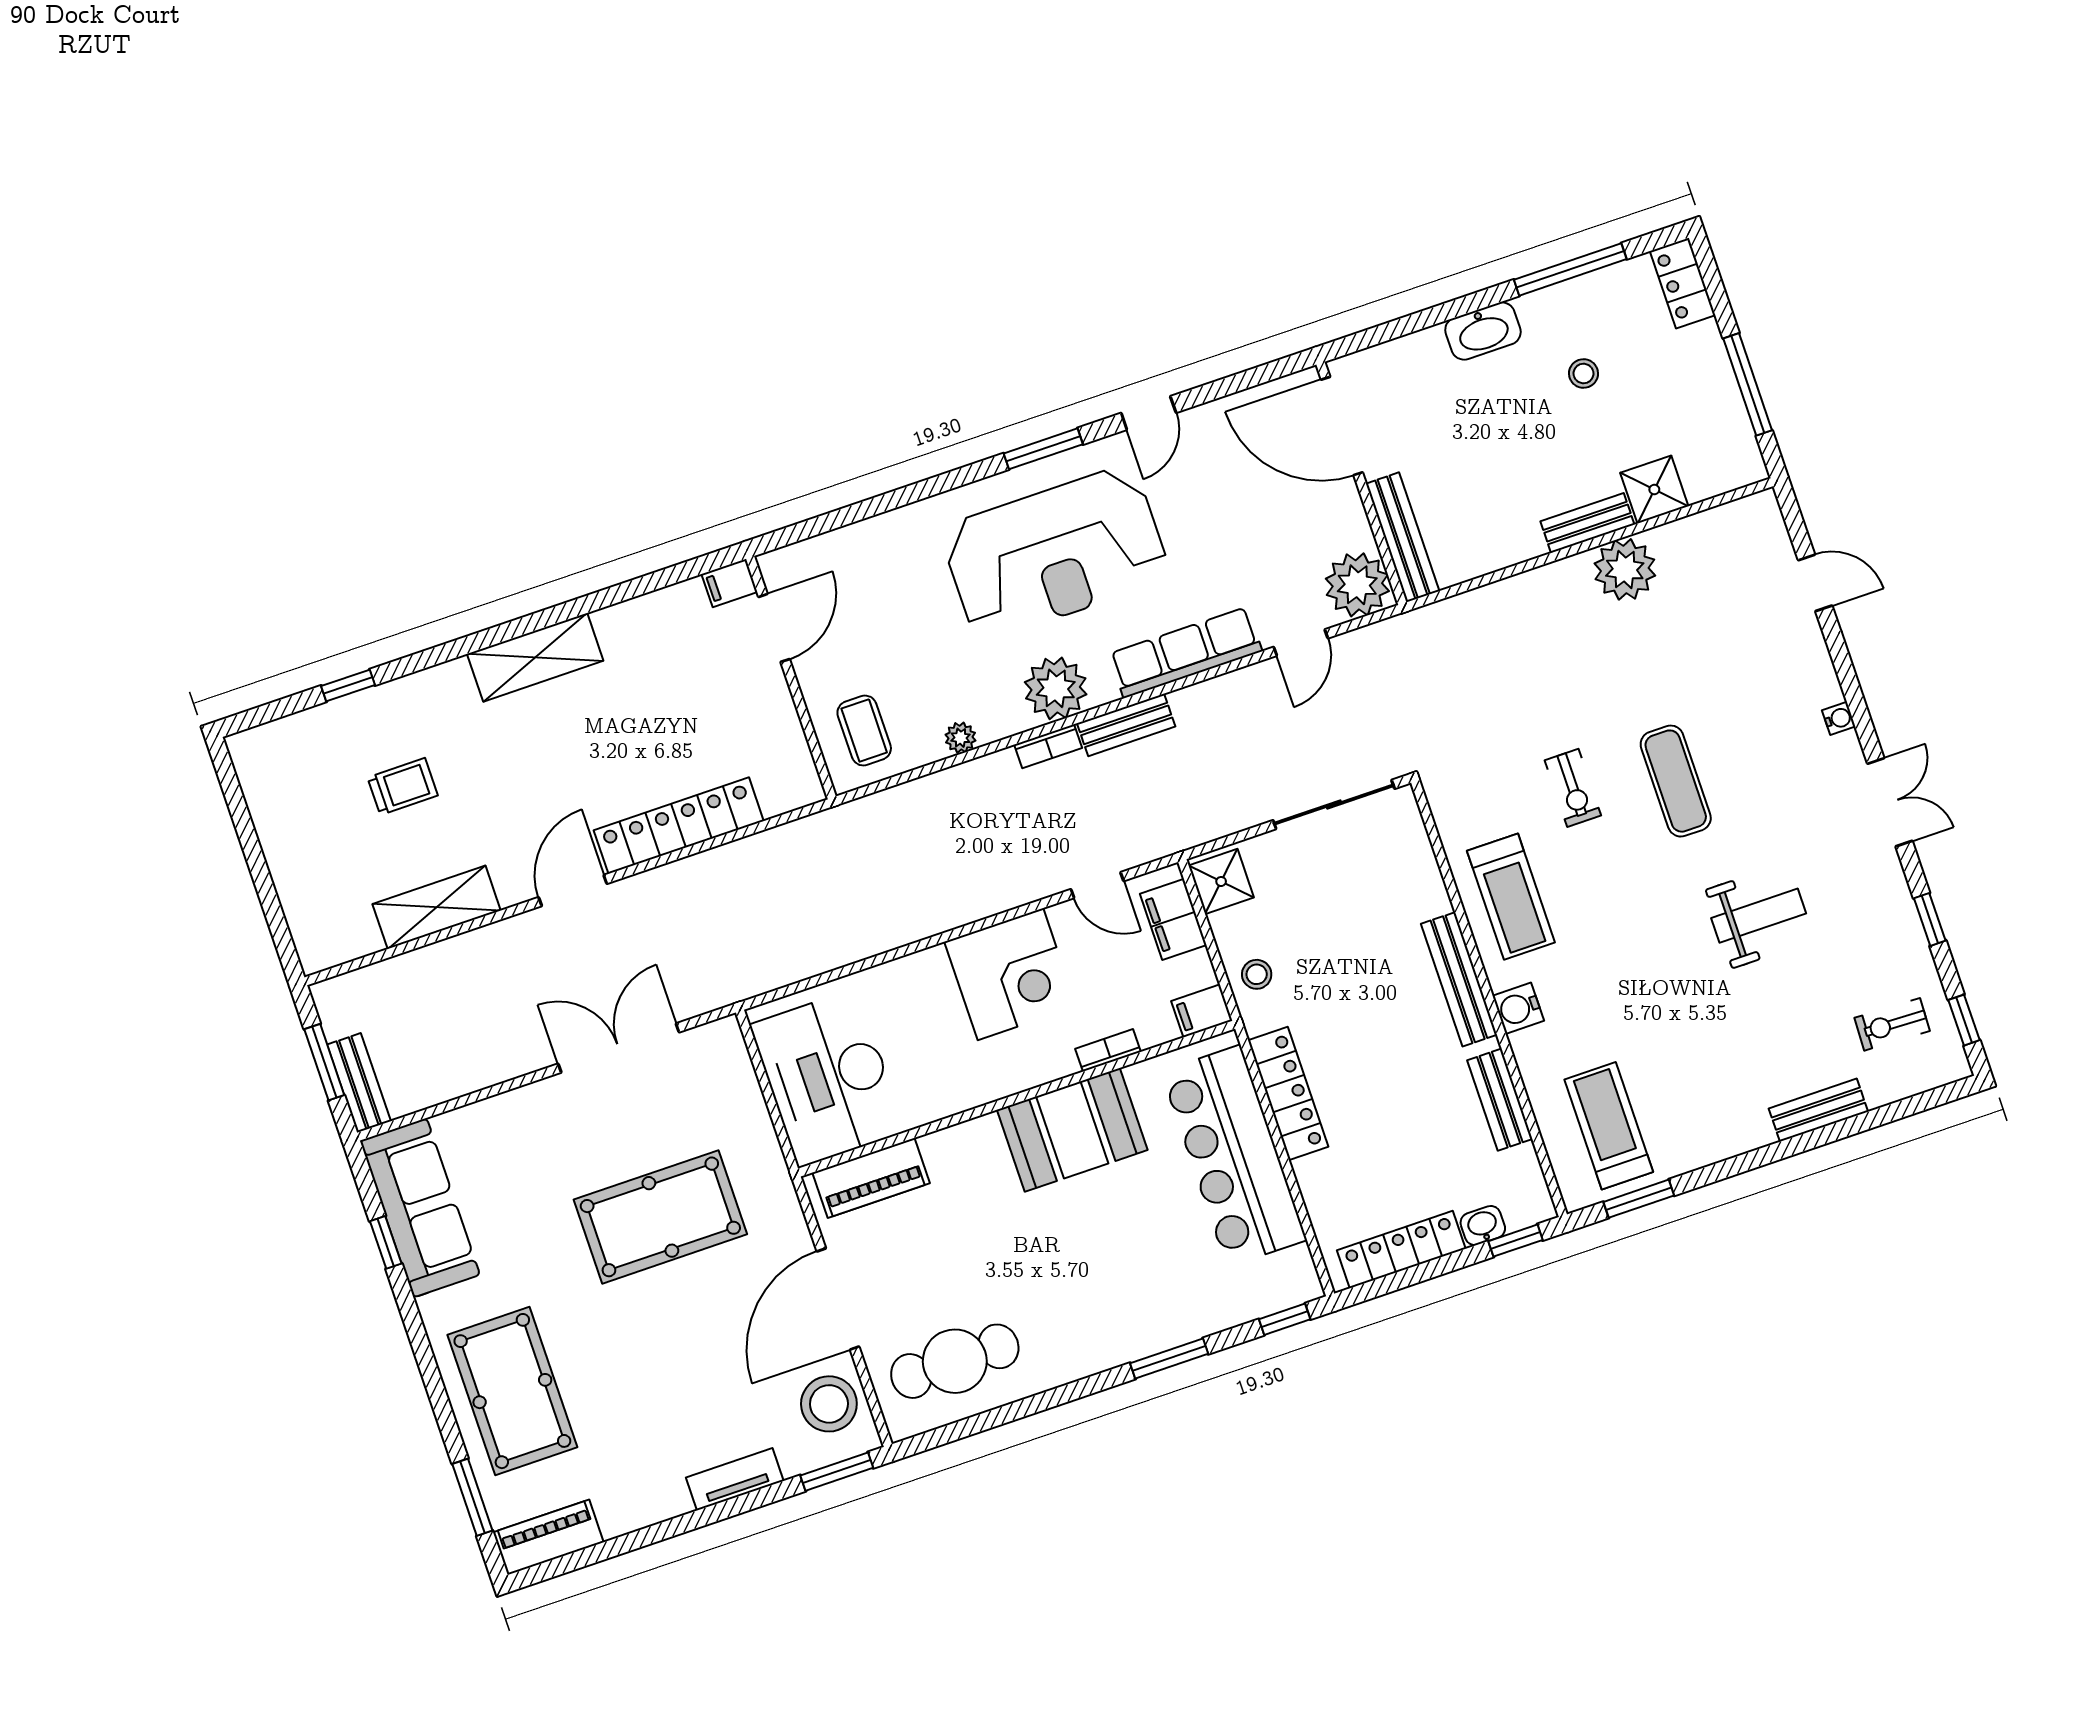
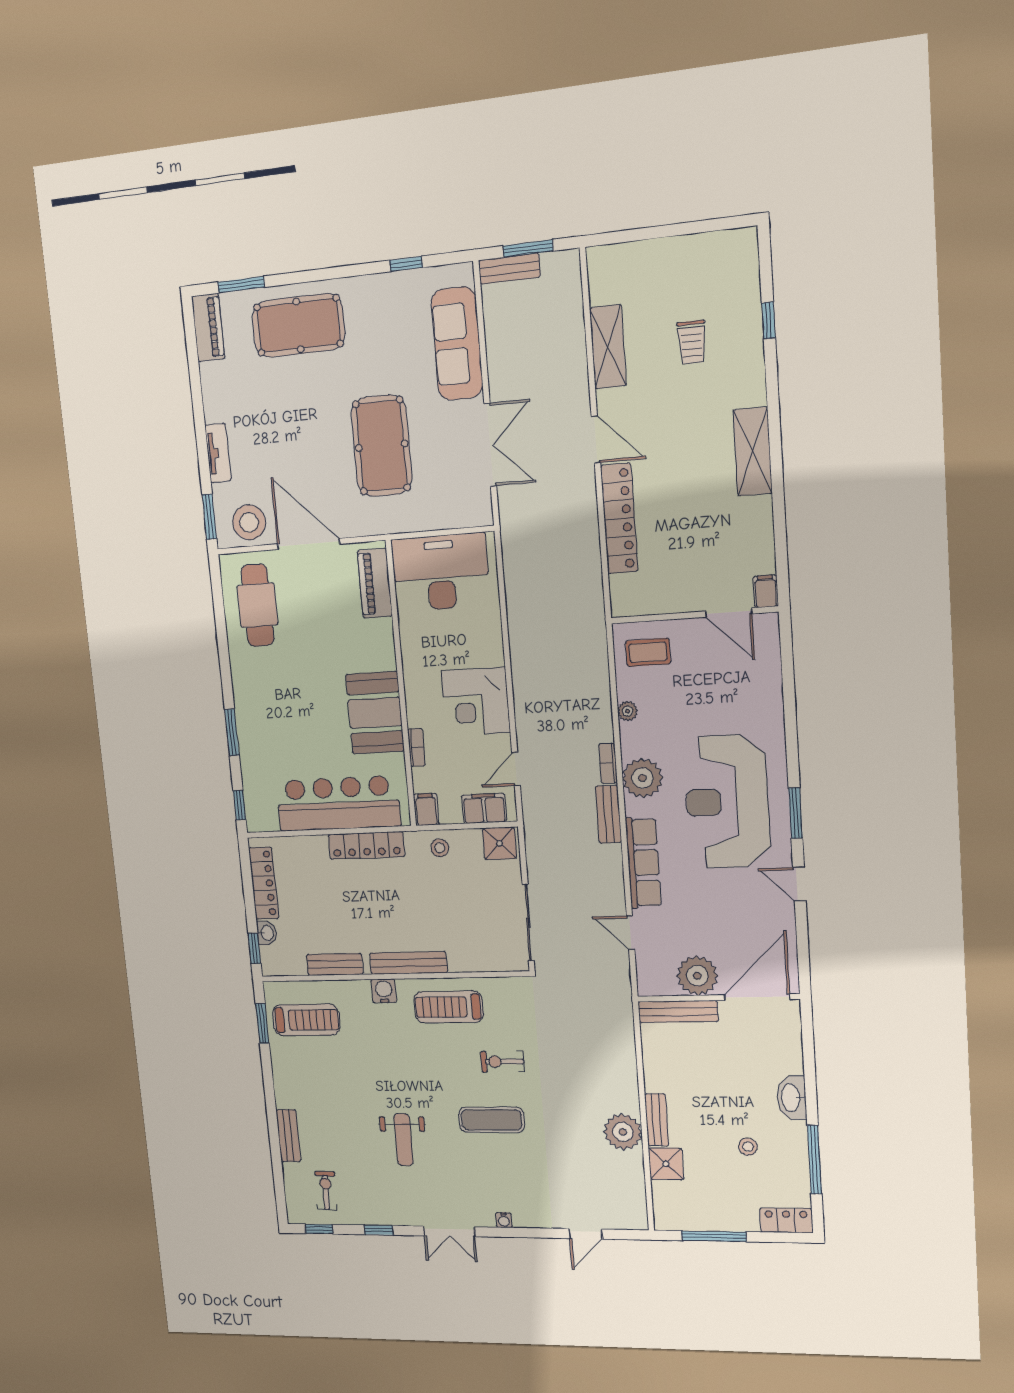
plant: (1357, 585) -> (697, 976), moved
sofa: (420, 1208) -> (457, 344), moved, turned 90

